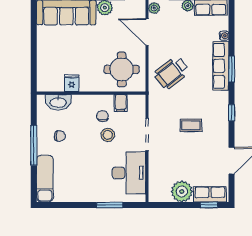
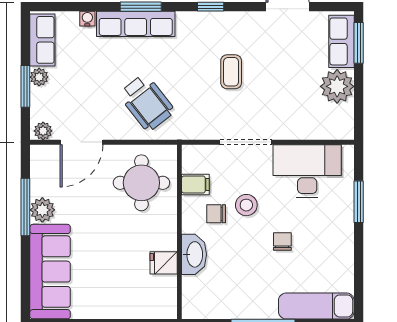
washbasin: (58, 102) -> (194, 254), moved
chair: (60, 136) -> (282, 242), moved
window: (209, 205) -> (359, 43), width x1.50

